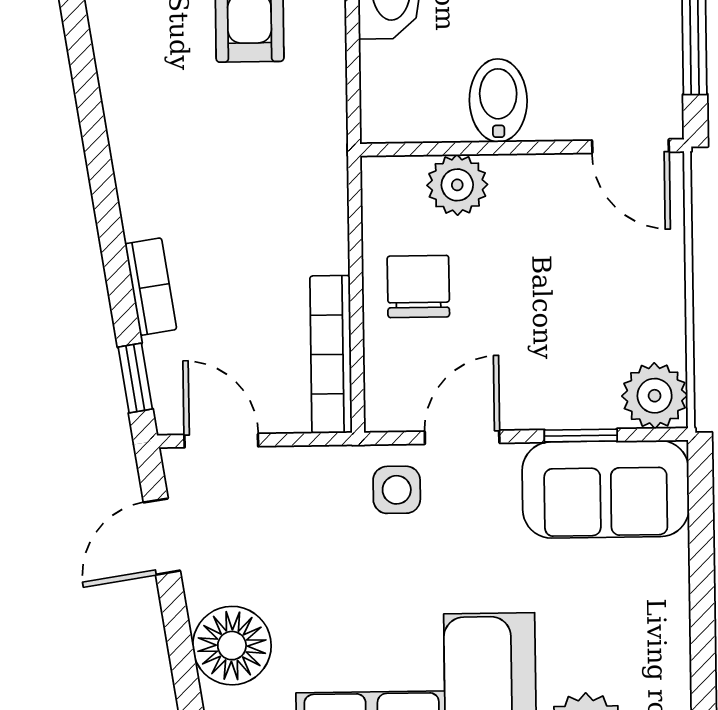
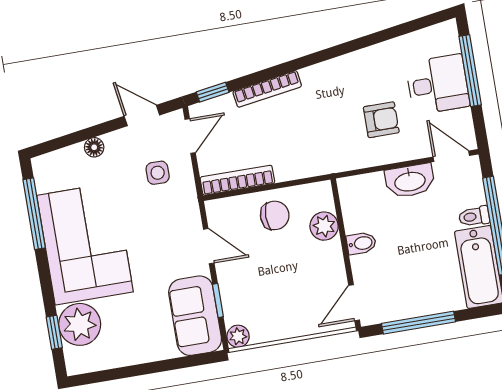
bidet: (498, 100) -> (361, 243), width x0.72, depth x0.74
bookcase: (151, 287) -> (267, 89), width x1.56
plant: (655, 396) -> (238, 336), width x0.73, depth x0.73
side table: (397, 490) -> (158, 173), moved
floor lamp: (232, 646) -> (94, 147), width x0.53, depth x0.53

